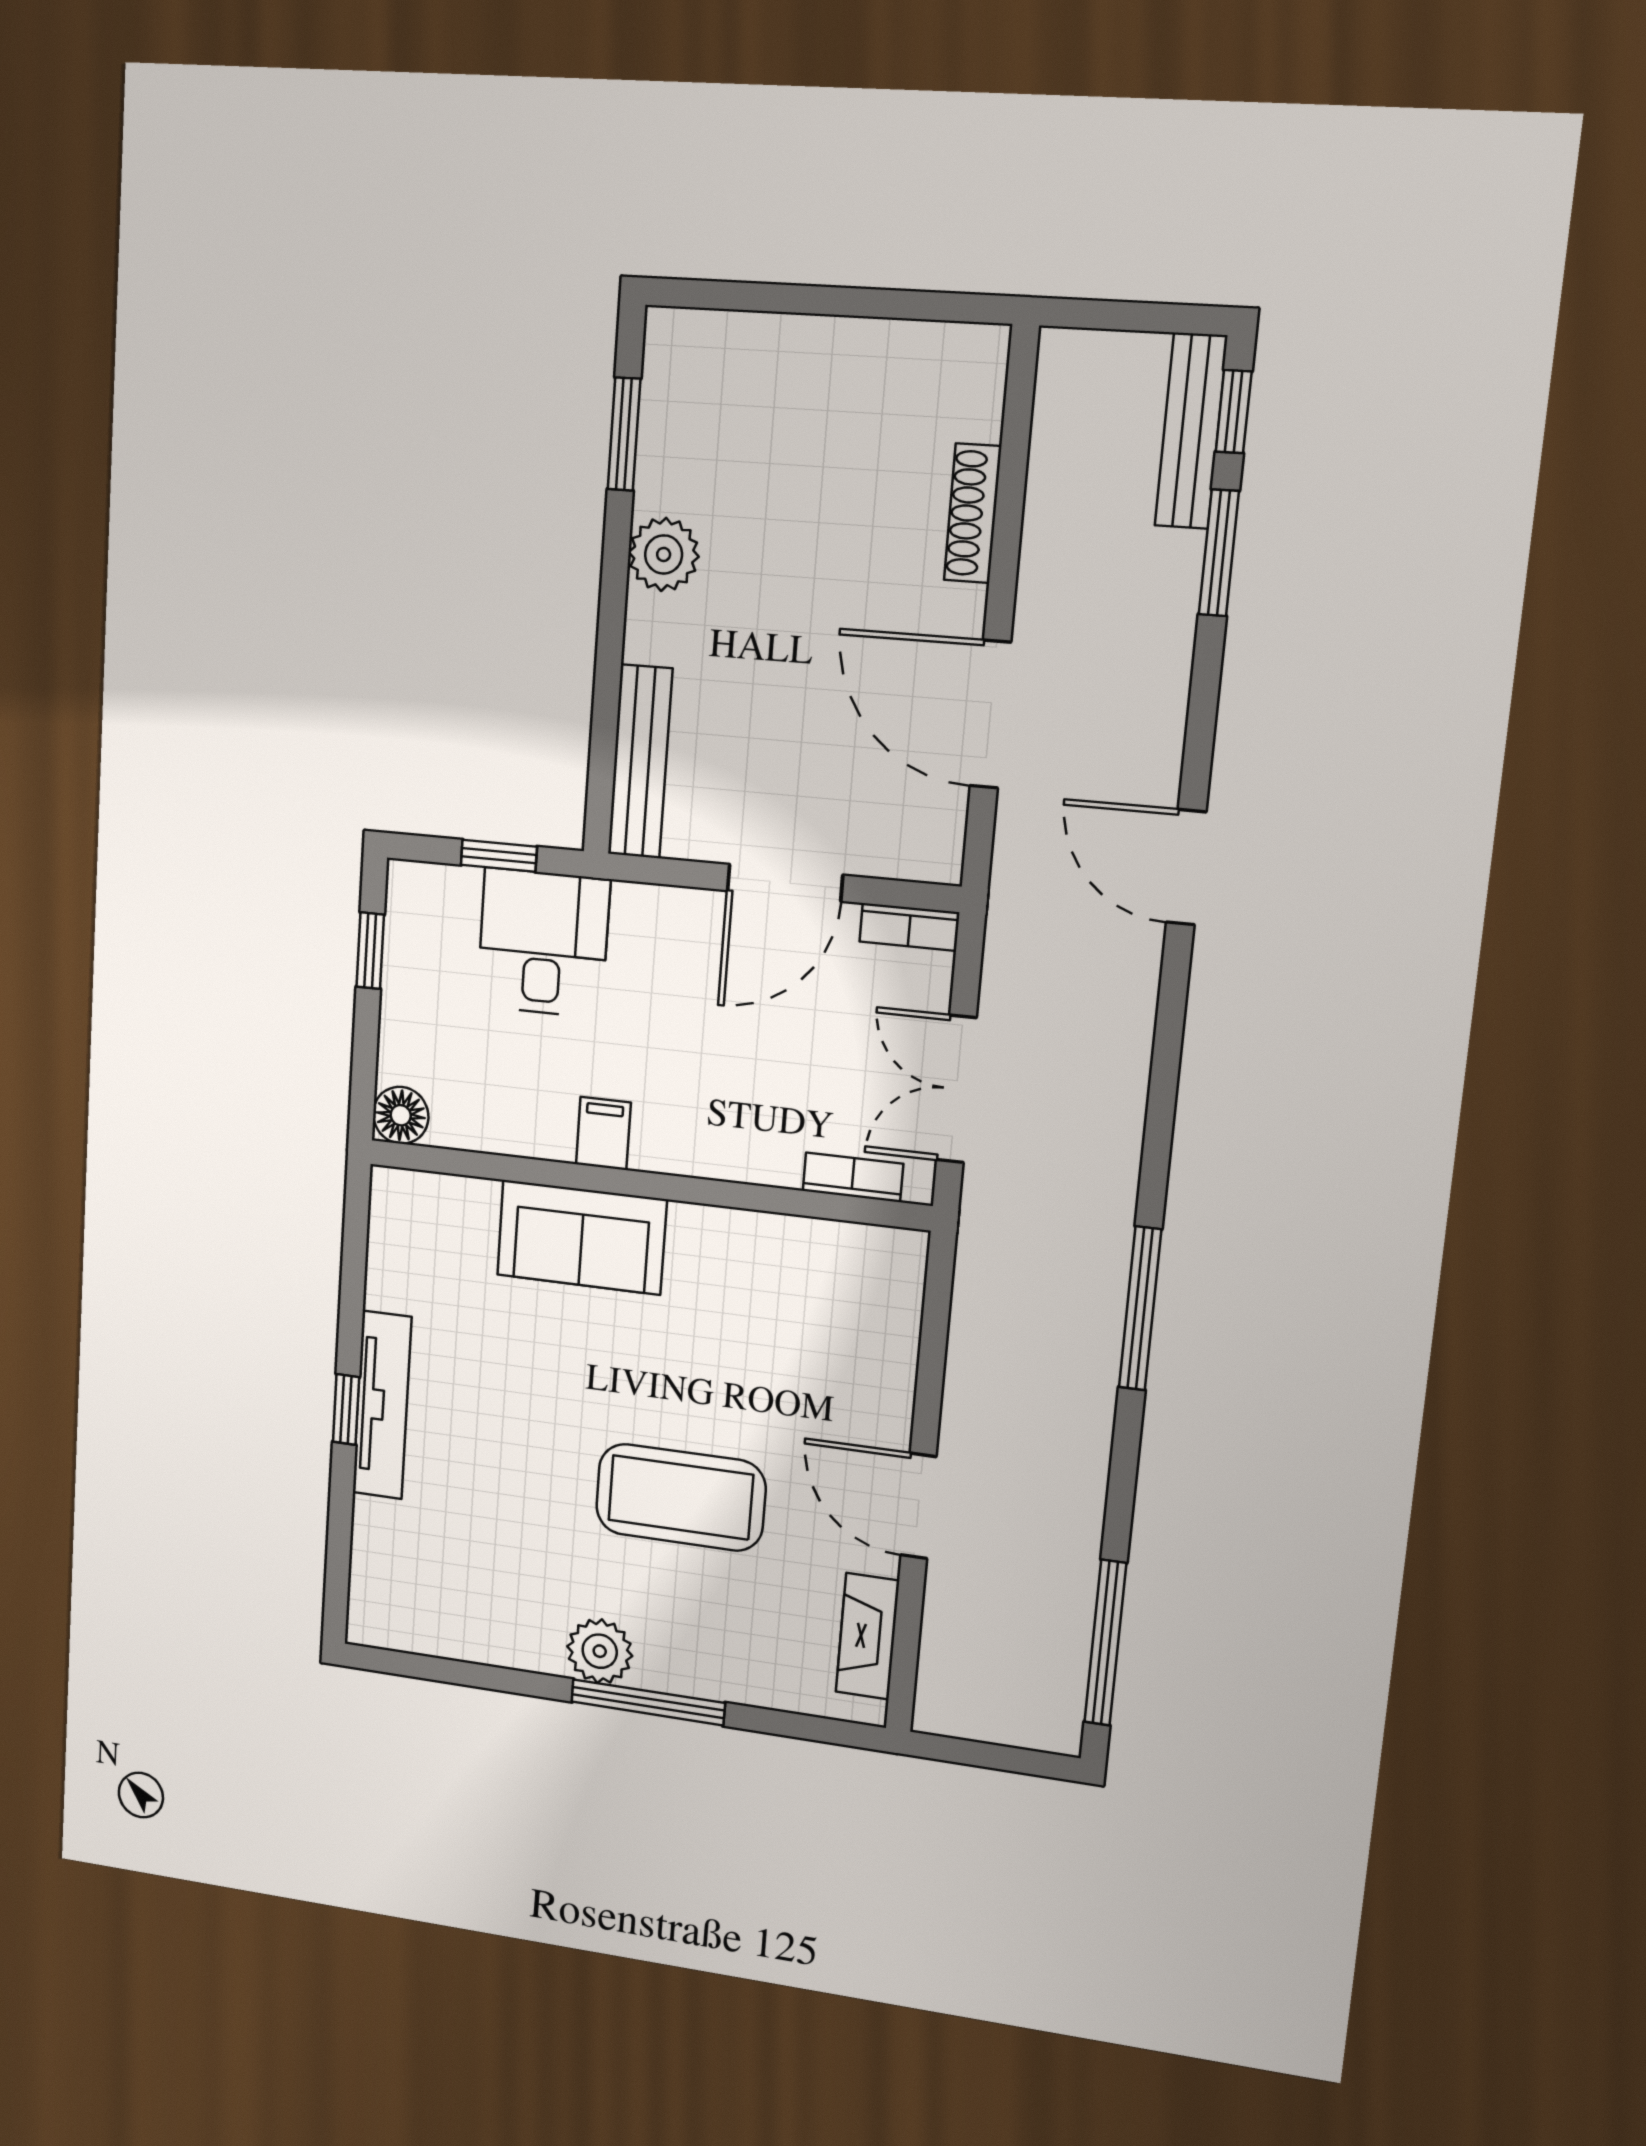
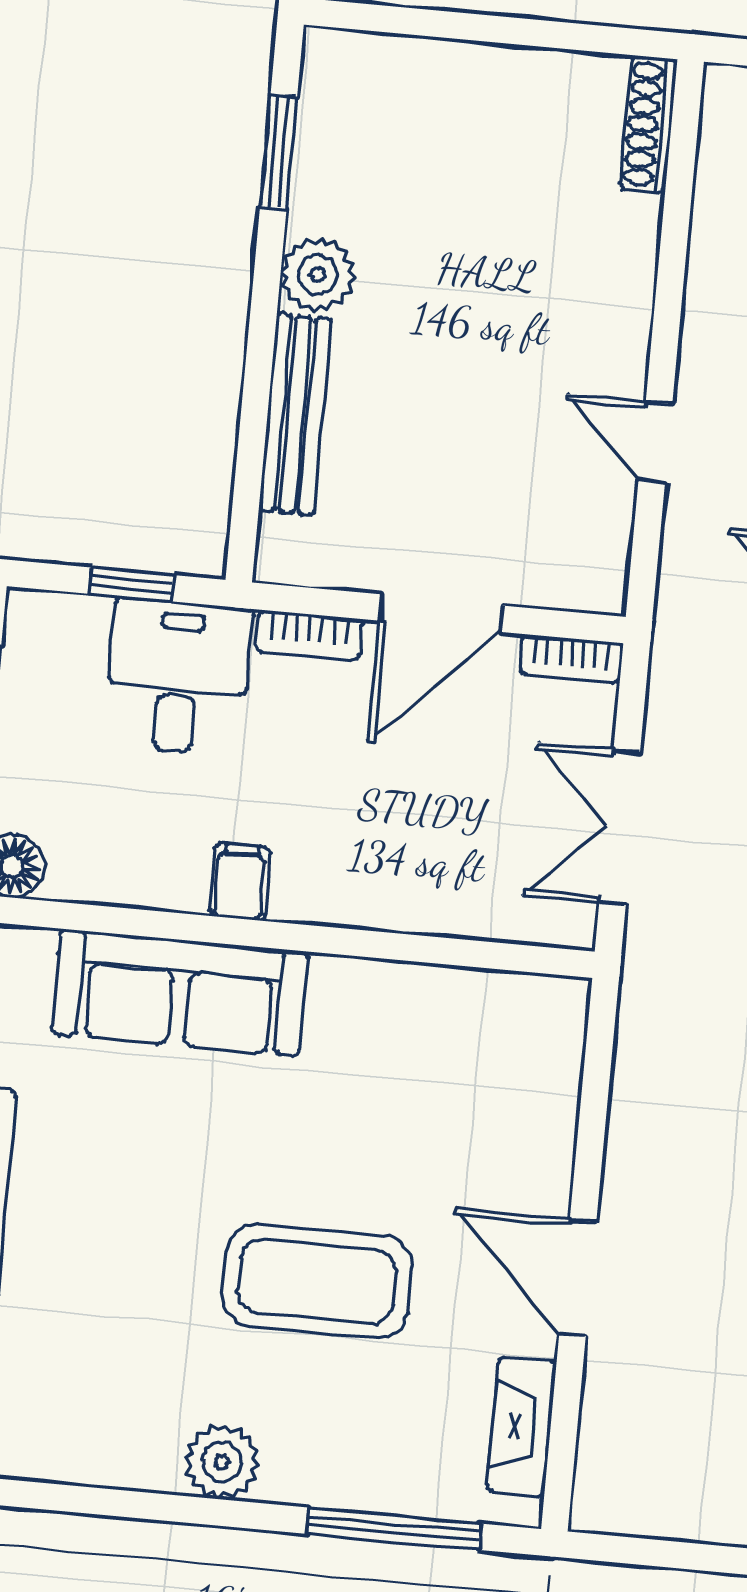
shoe rack: (973, 513) -> (648, 124), moved
door: (990, 714) -> (655, 442), width x0.53
bench: (640, 762) -> (295, 415), moved
bookcase: (853, 1177) -> (309, 635), moved, turned 180
sofa: (582, 1237) -> (180, 993), width x1.36
window: (648, 1702) -> (394, 1529), moved

